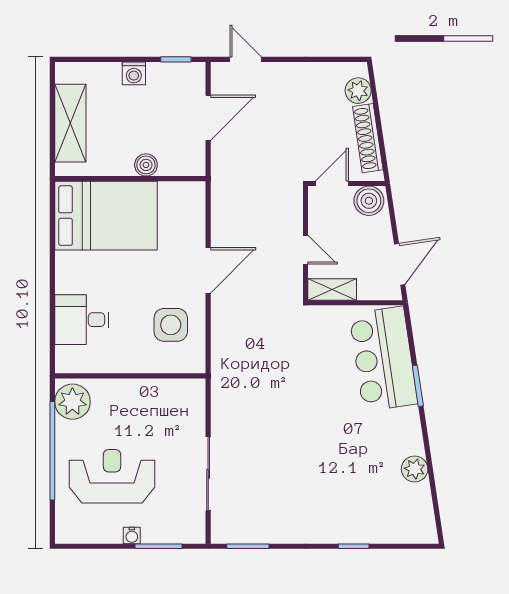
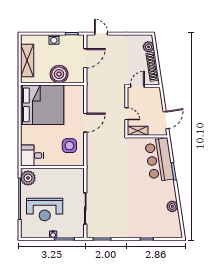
boiler: (146, 165) -> (59, 74), width x1.86, depth x1.86
boiler: (369, 201) -> (153, 93), removed
bed: (106, 216) -> (42, 105), width x1.36
desk: (82, 320) -> (32, 156), moved
reception desk: (112, 476) -> (45, 210), turned 180

